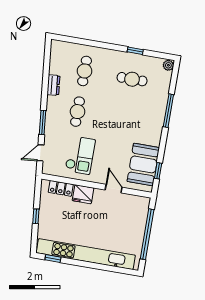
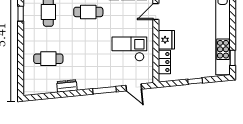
cafe table: (78, 112) -> (88, 12), moved

